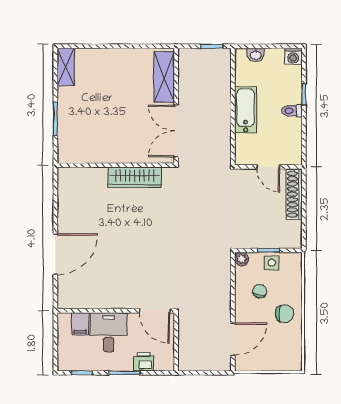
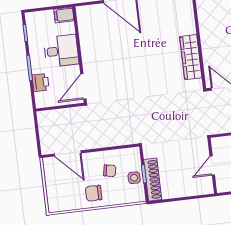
shoe rack: (294, 194) -> (153, 180), moved, turned 90
plant: (242, 259) -> (134, 153), removed
chair: (284, 314) -> (94, 193), turned 90
filing cabinet: (80, 324) -> (64, 15), moved

